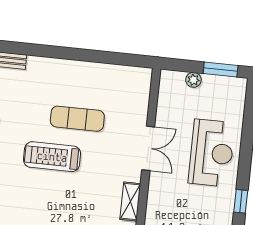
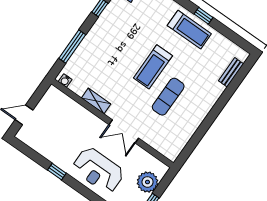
plant: (193, 80) -> (147, 182), width x1.87, depth x1.87
treadmill: (52, 157) -> (153, 67), turned 180

